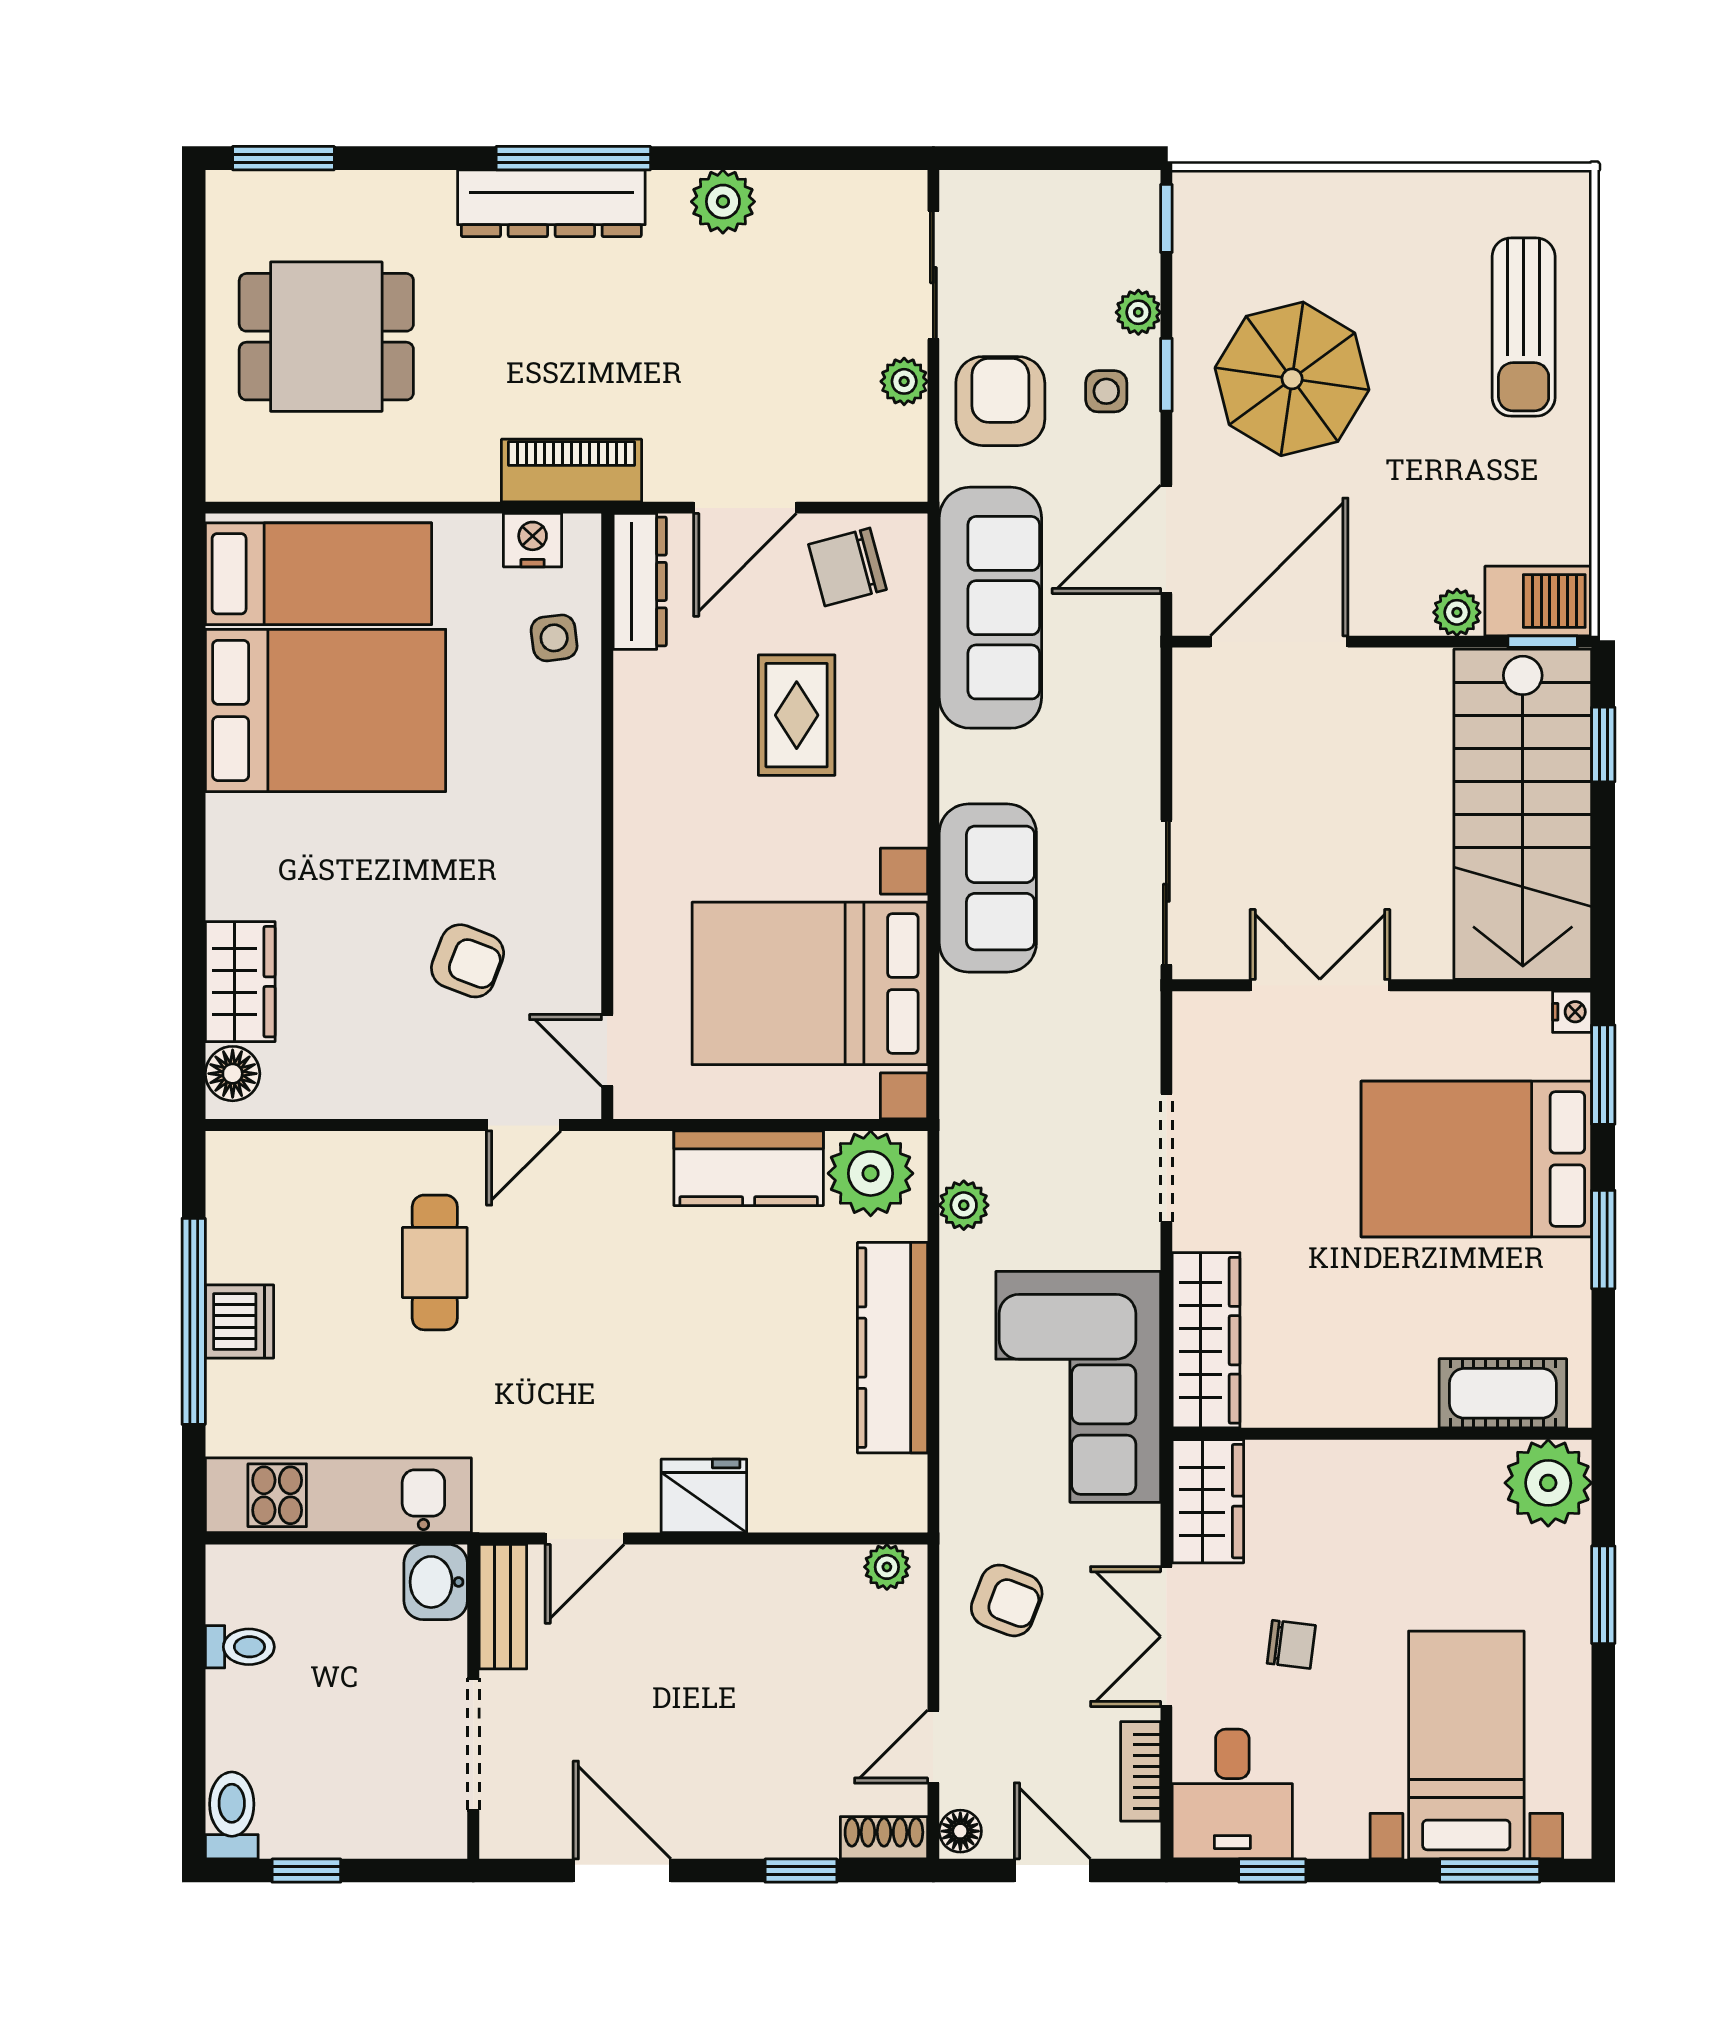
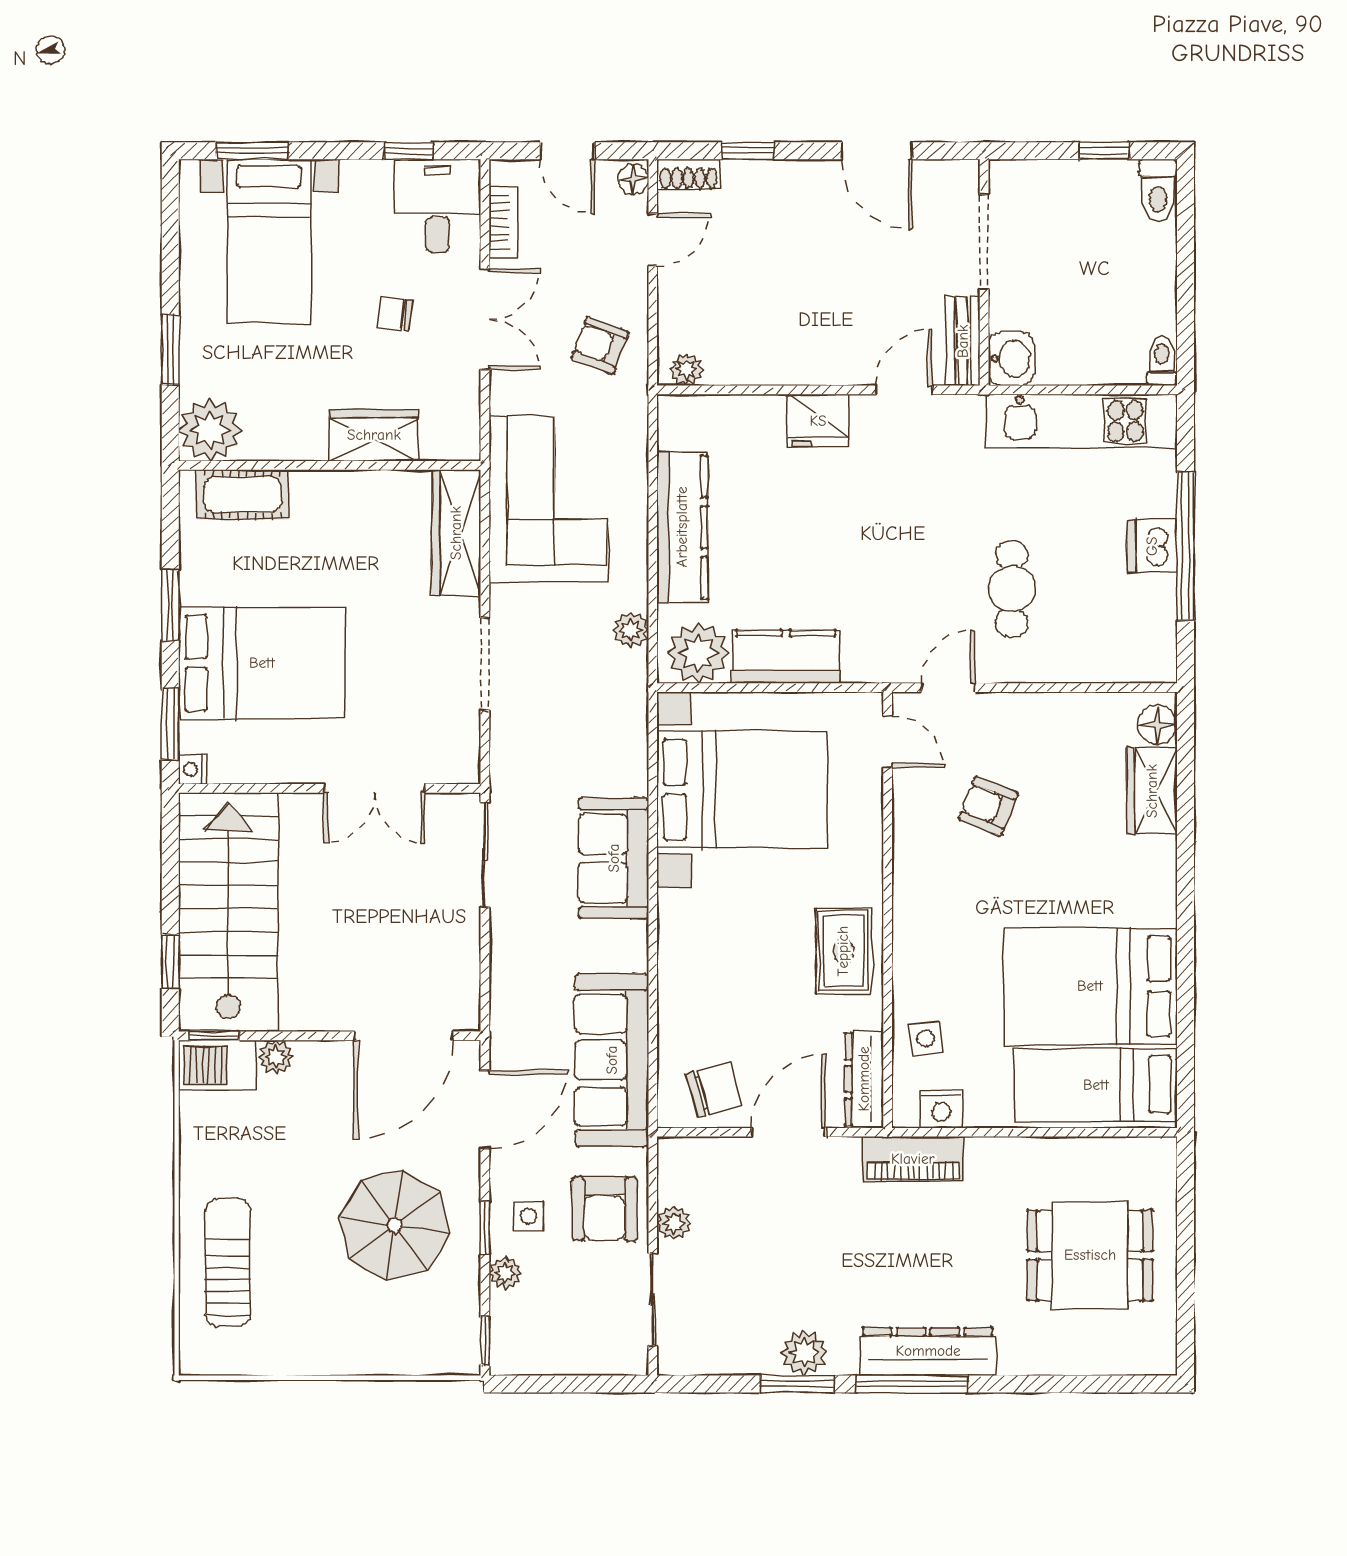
window: (283, 158) -> (797, 1384), moved
rug: (797, 715) -> (843, 951), moved
wardrobe: (1208, 1501) -> (374, 435), moved, turned 90
toilet: (240, 1647) -> (1162, 361), moved, turned 90

